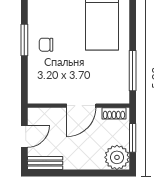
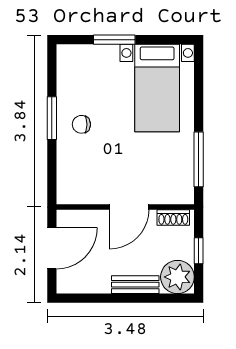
door: (24, 136) -> (52, 248), width x1.38
window: (133, 138) -> (199, 251), width x0.67
bench: (45, 163) -> (135, 285), moved

